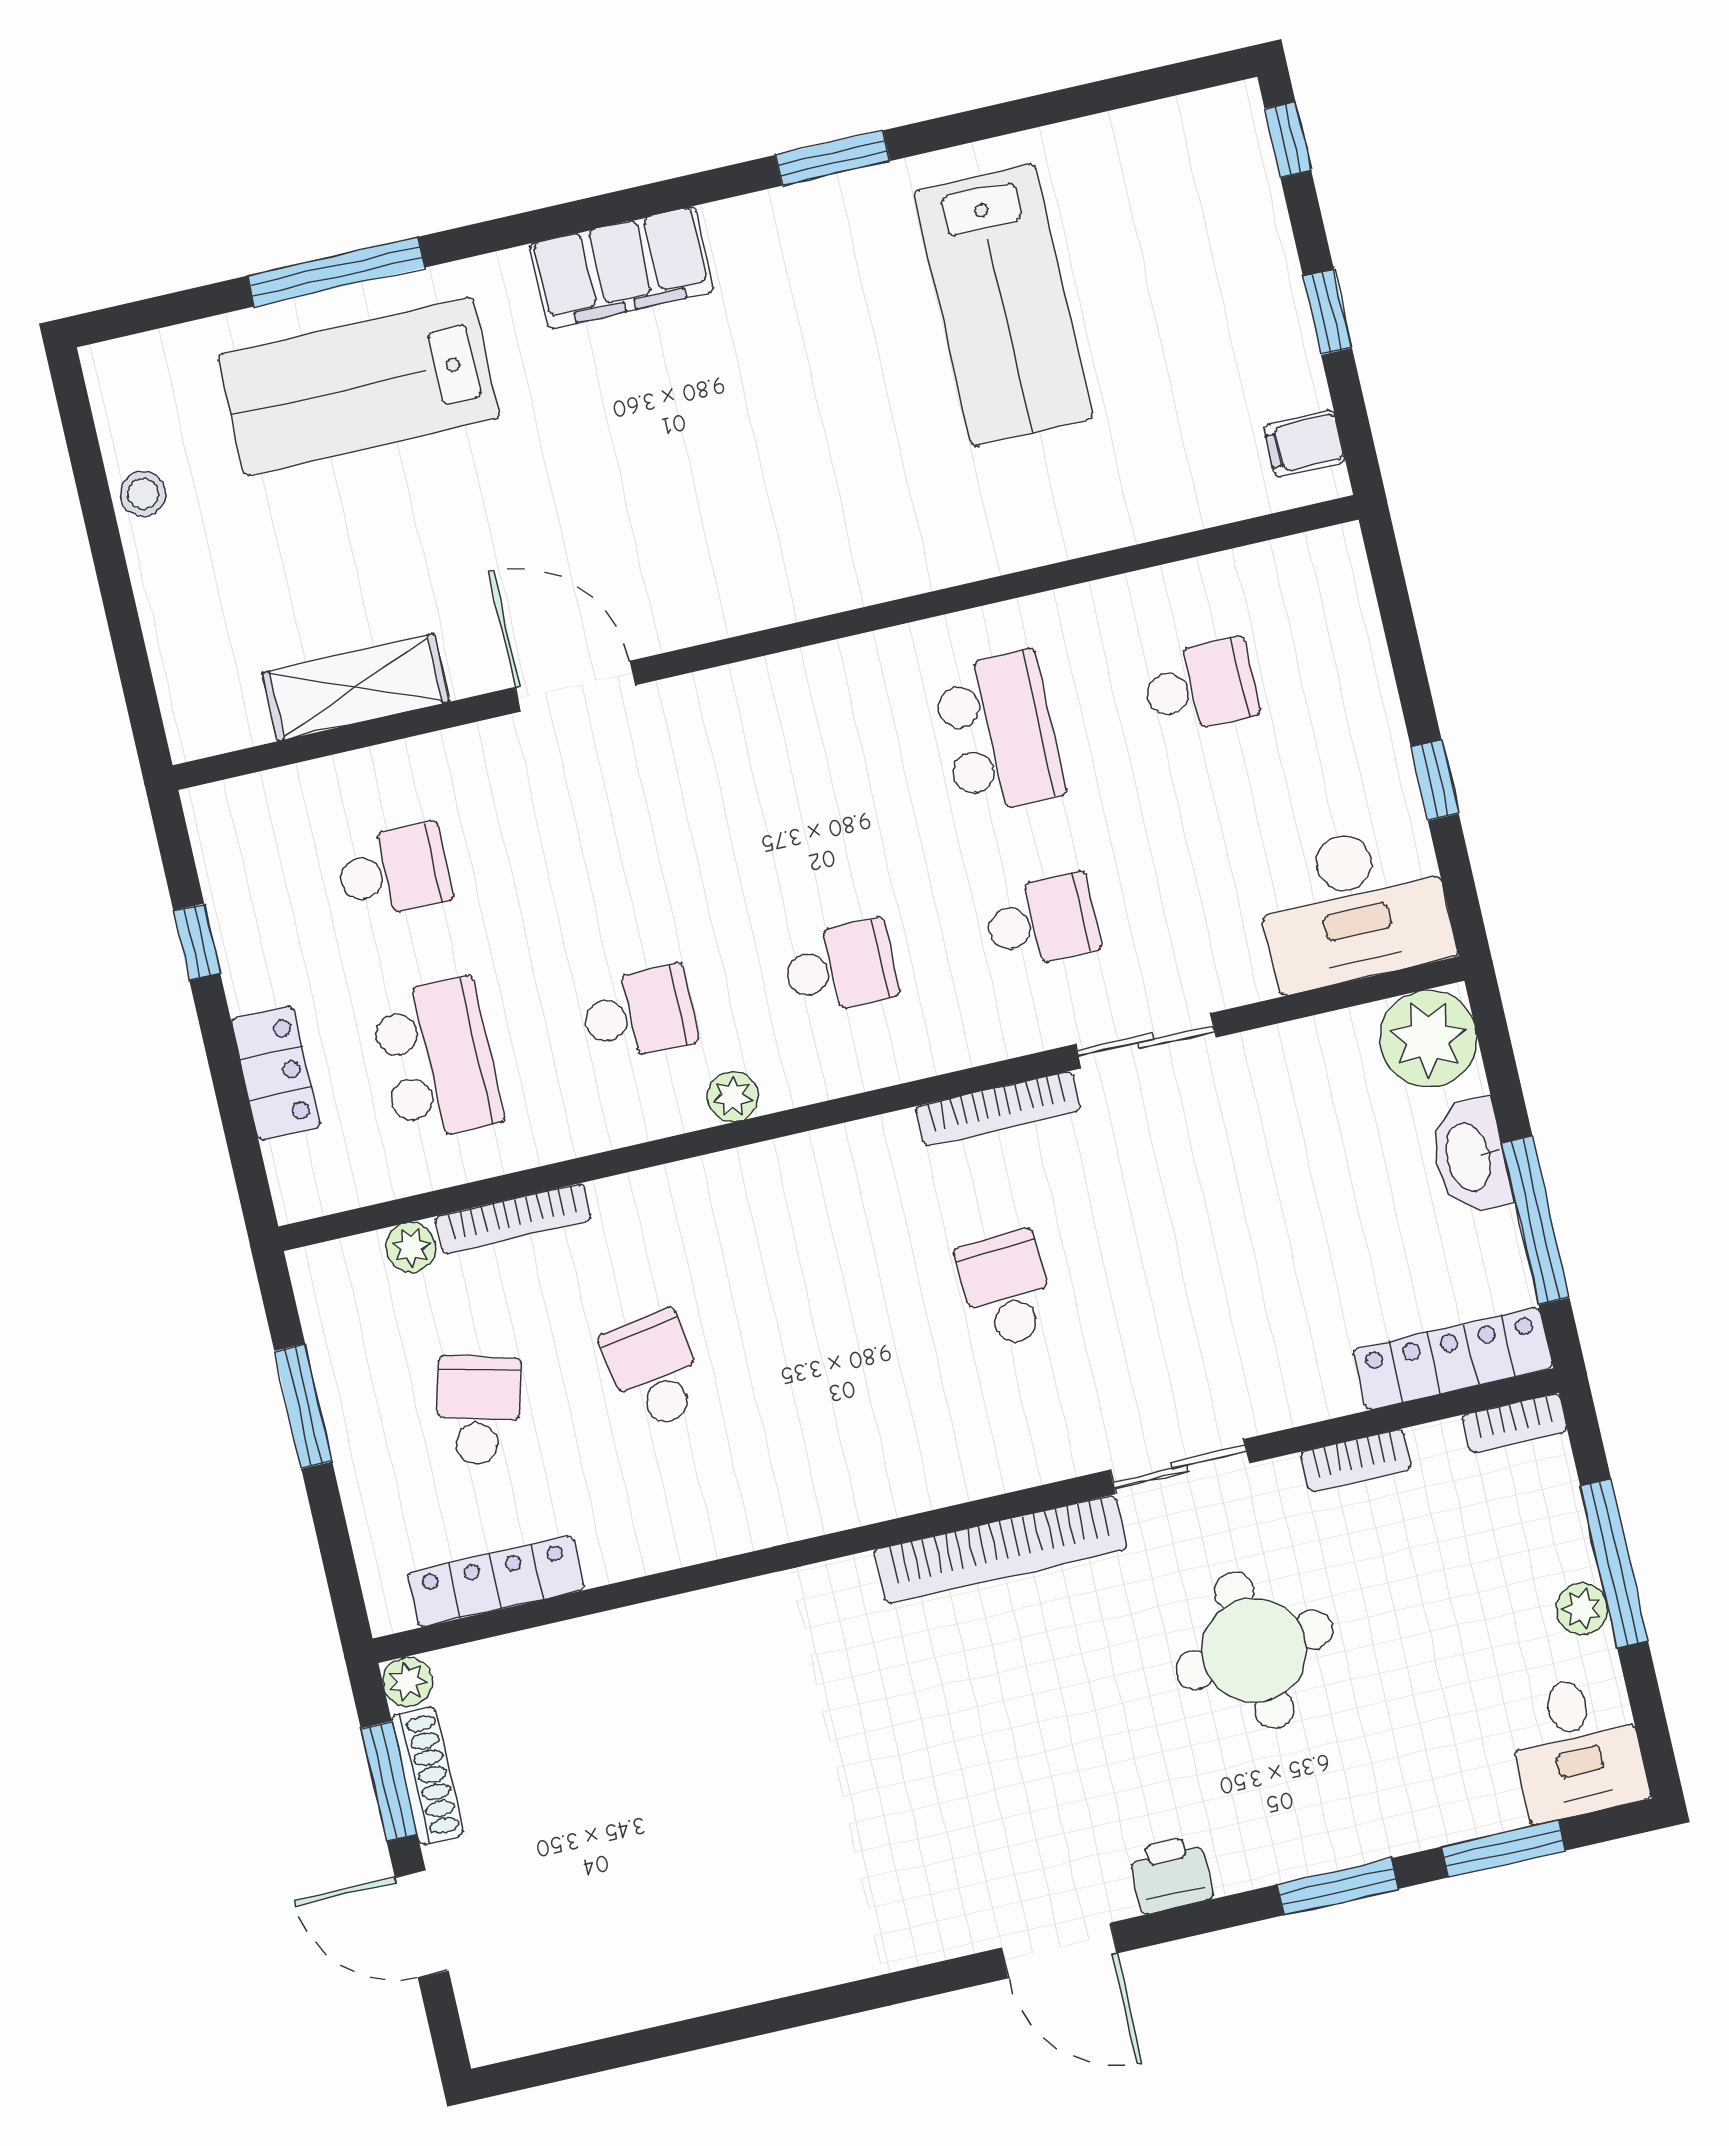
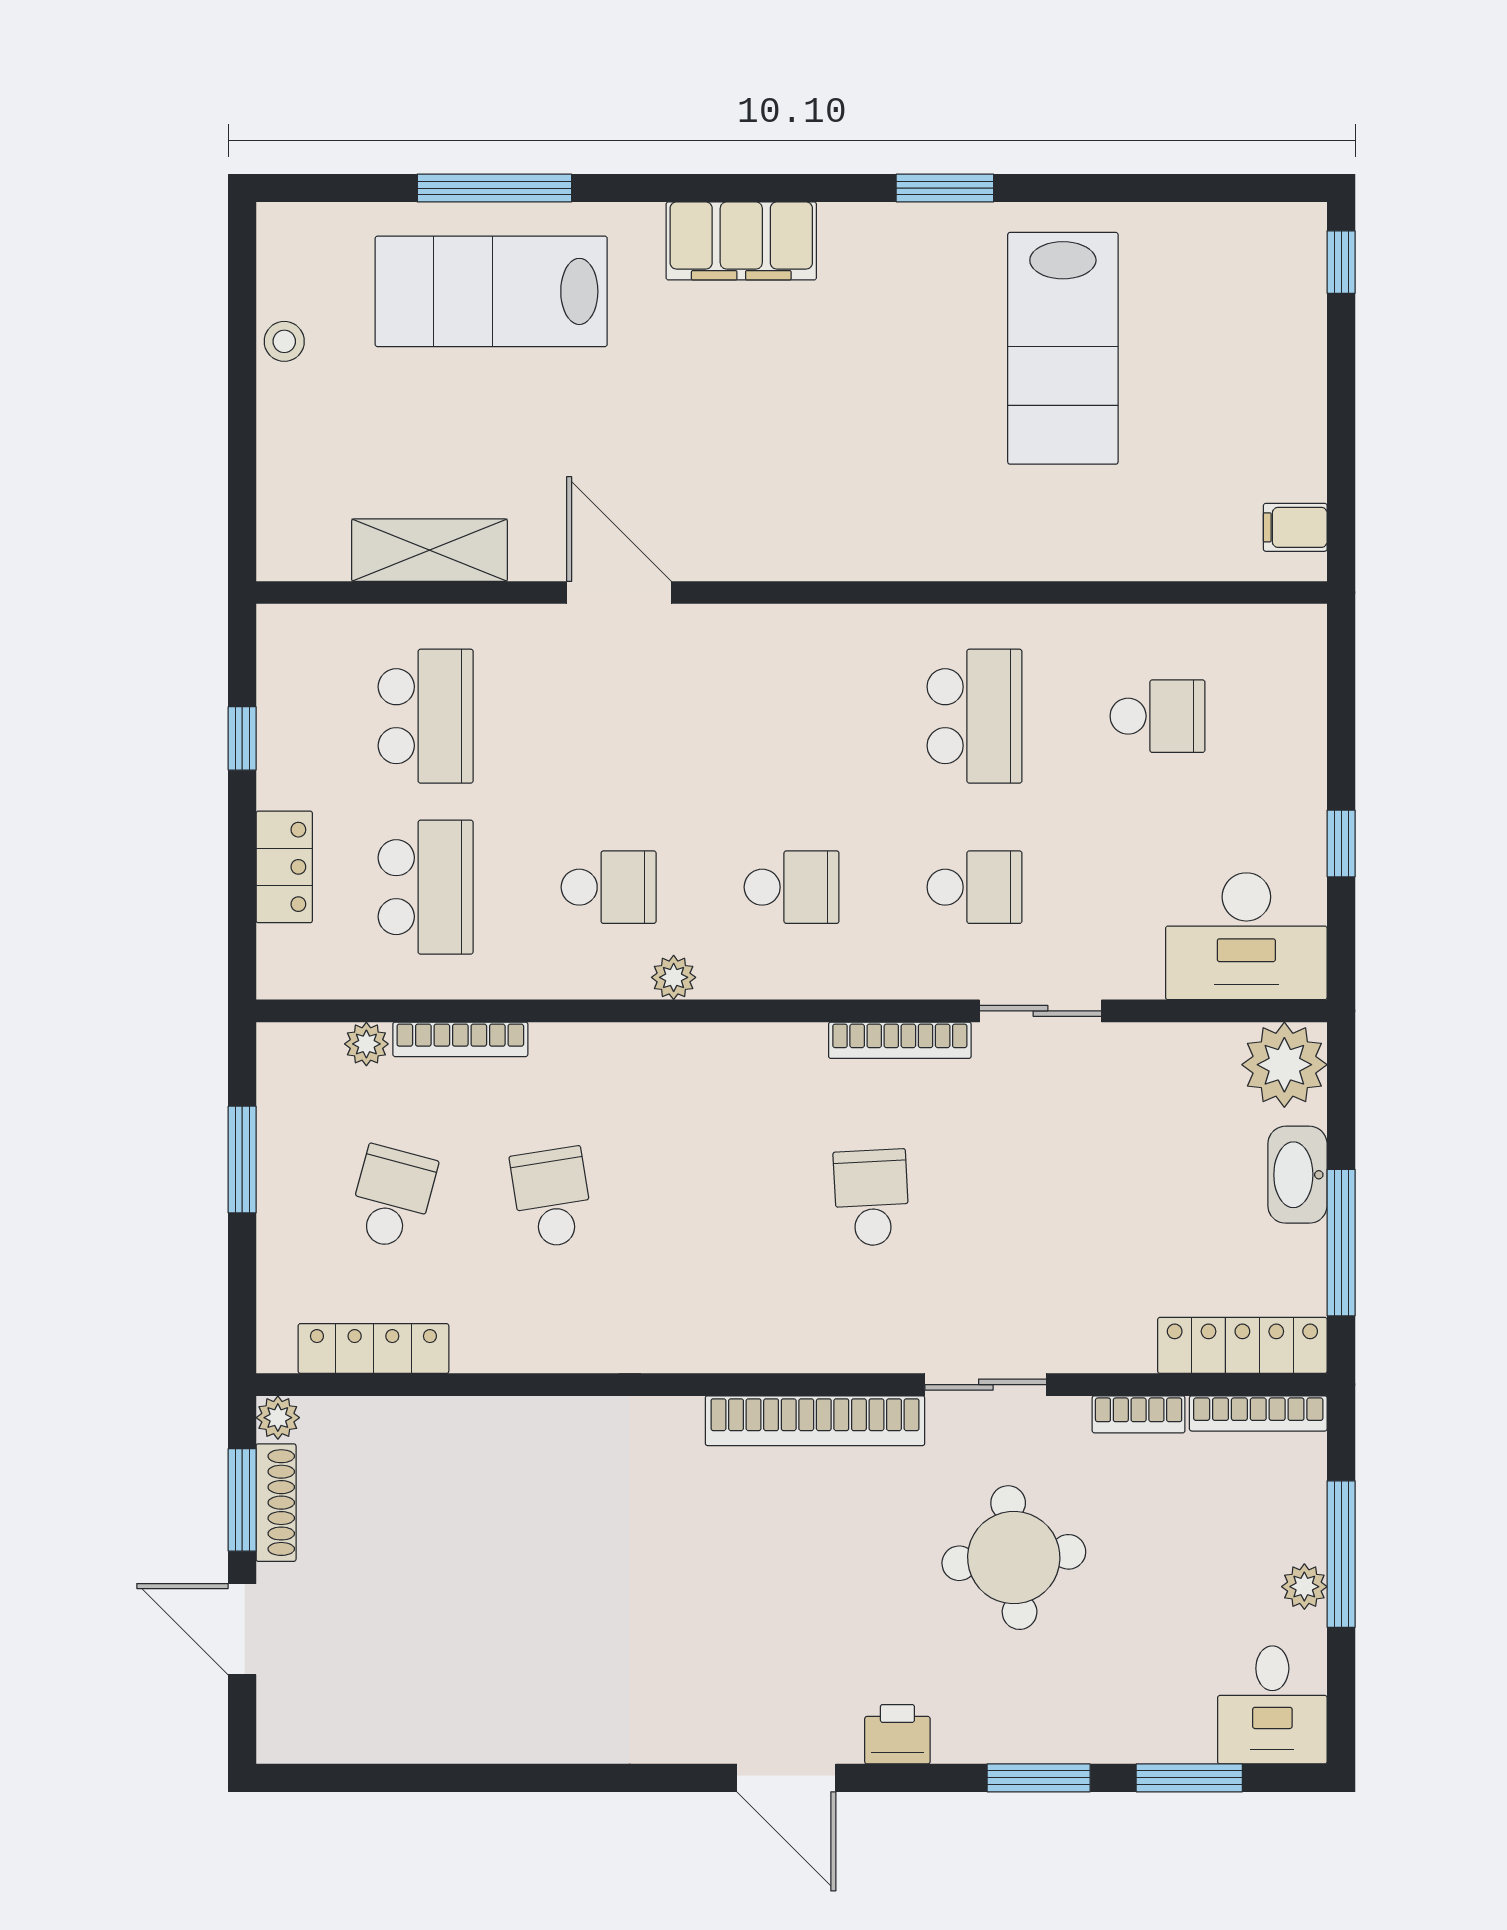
window: (1328, 312) -> (1341, 419), removed
school desk: (394, 871) -> (426, 716), width x1.85
bookcase: (1515, 1423) -> (1258, 1413), width x1.56

